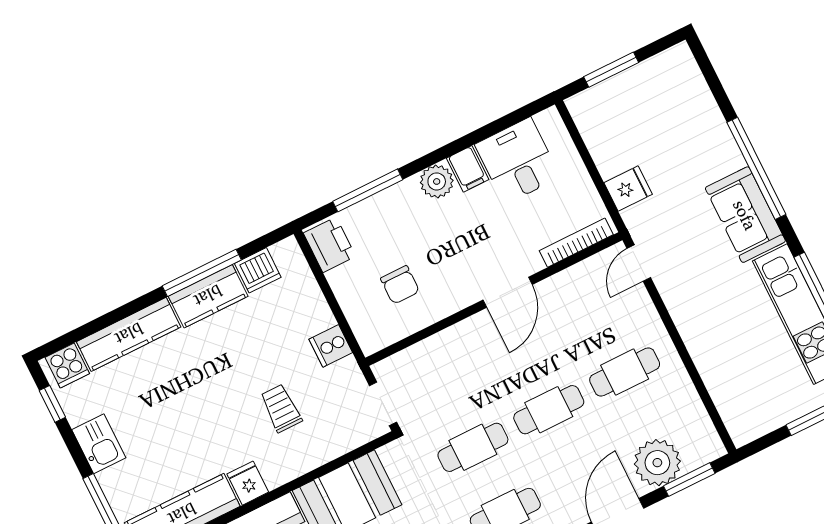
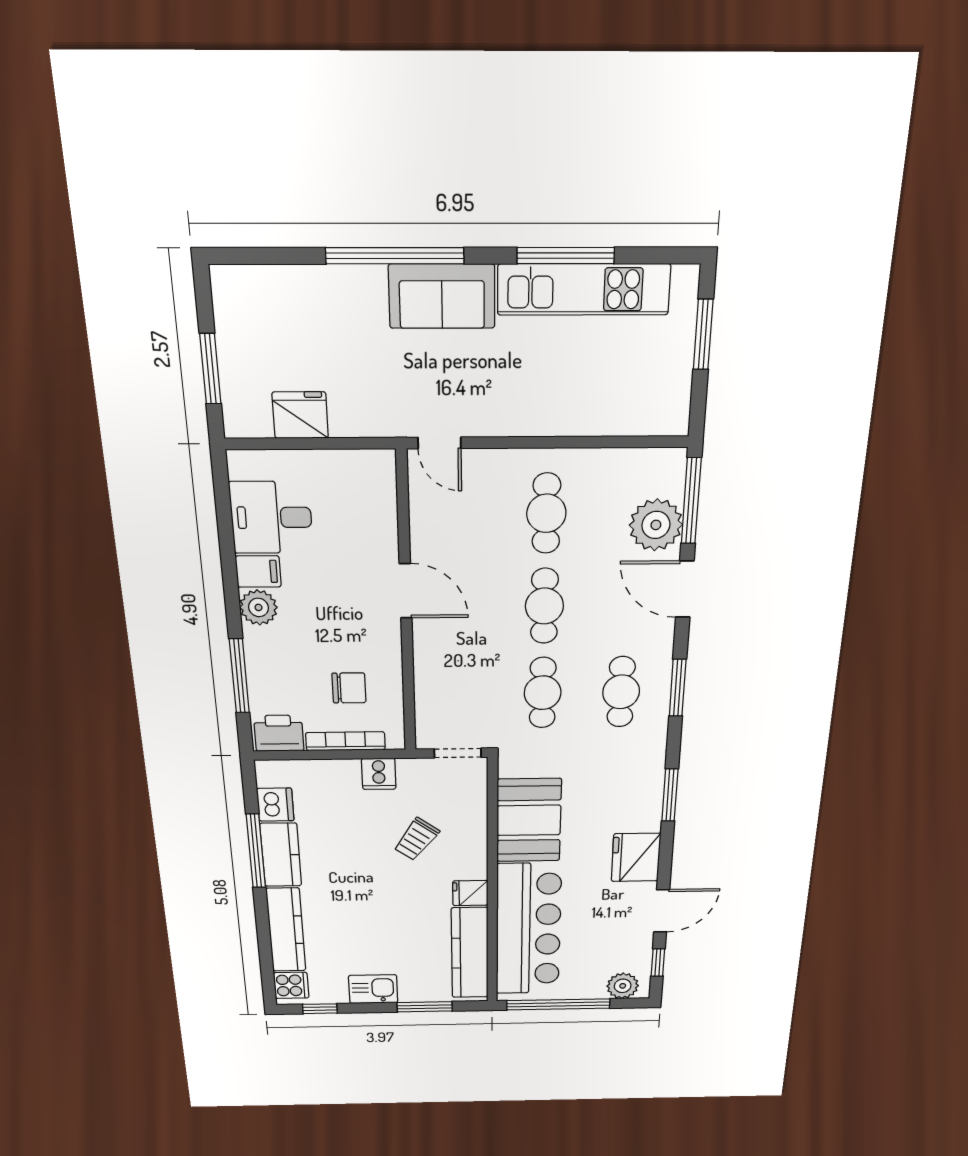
fridge: (628, 188) -> (300, 415), moved, width x1.38
bookcase: (576, 243) -> (345, 741), moved, turned 90
trolley: (281, 408) -> (416, 839), turned -54
window: (689, 480) -> (691, 501), width x1.44

